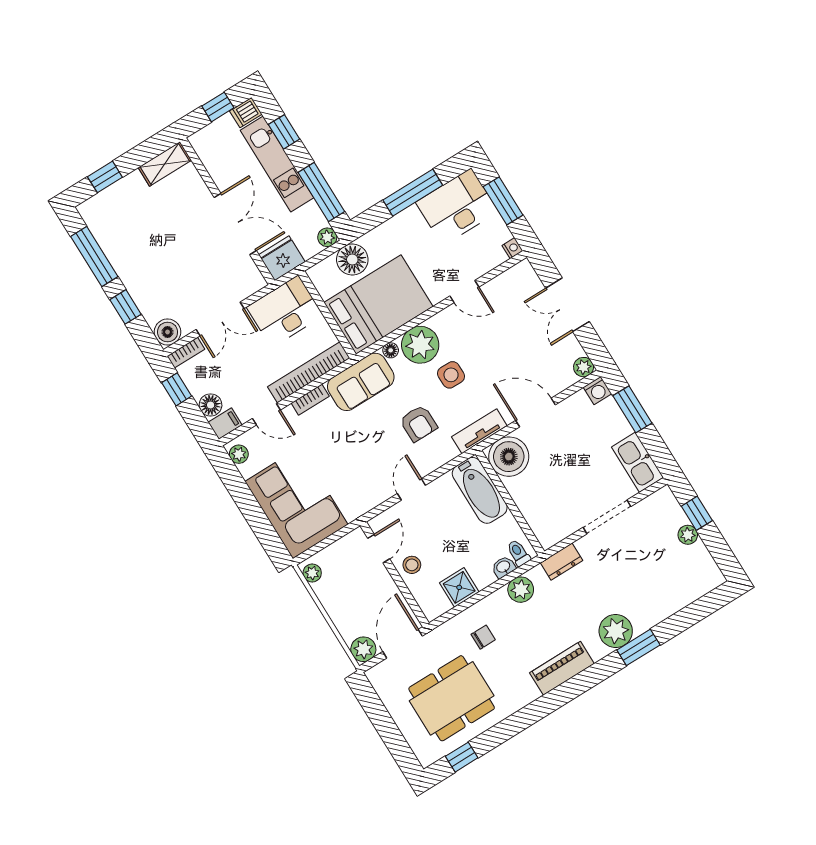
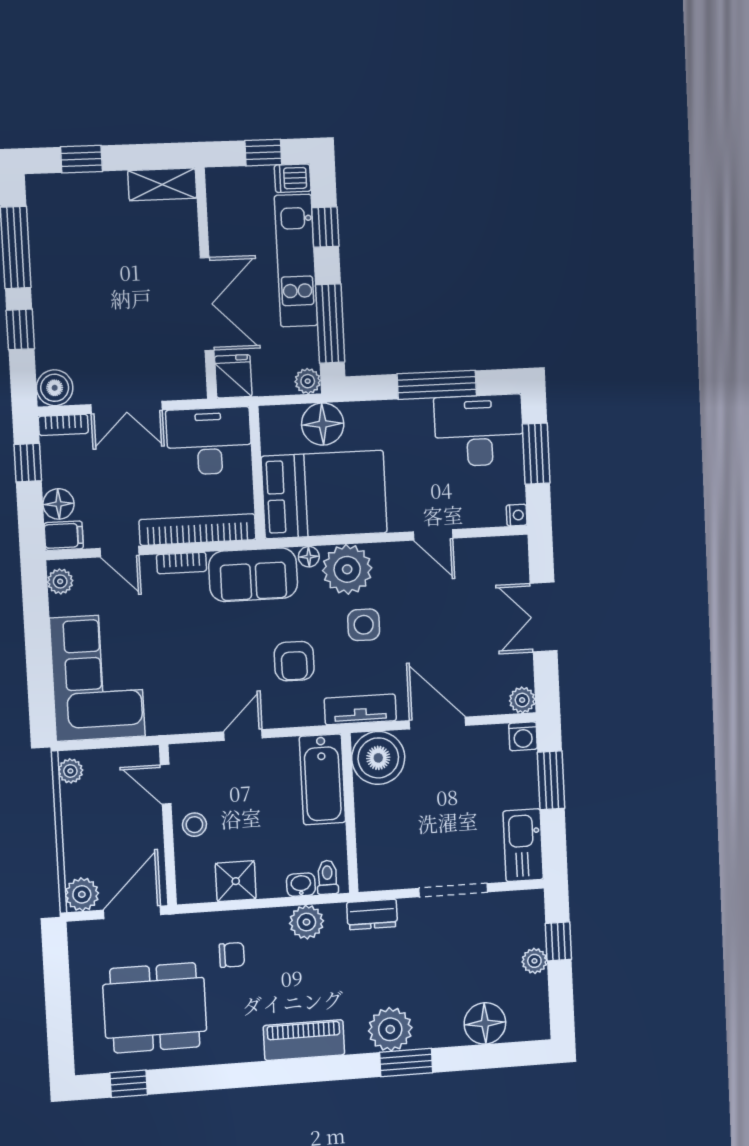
fridge: (282, 258) -> (233, 376), width x0.72
door: (379, 549) -> (166, 784), swing flipped
floor lamp: (677, 594) -> (485, 1023), added

